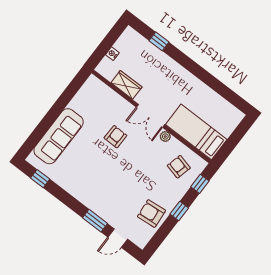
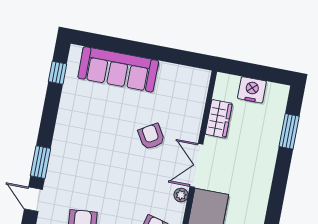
window: (159, 41) -> (289, 131), width x1.50
nightstand: (112, 54) -> (252, 90), width x1.89, depth x1.79
armchair: (115, 137) -> (151, 136), turned -122

